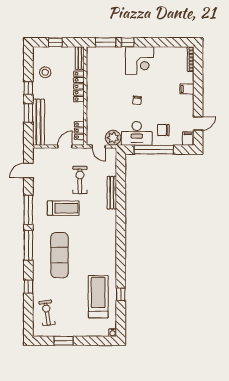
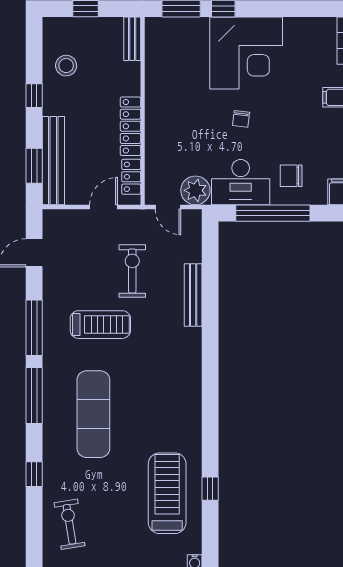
corner desk: (140, 61) -> (246, 53), width x1.36, depth x1.36
locker: (79, 86) -> (130, 126), moved
window: (28, 113) -> (34, 166), moved

